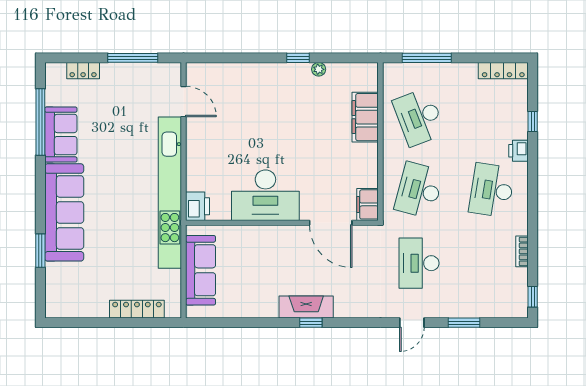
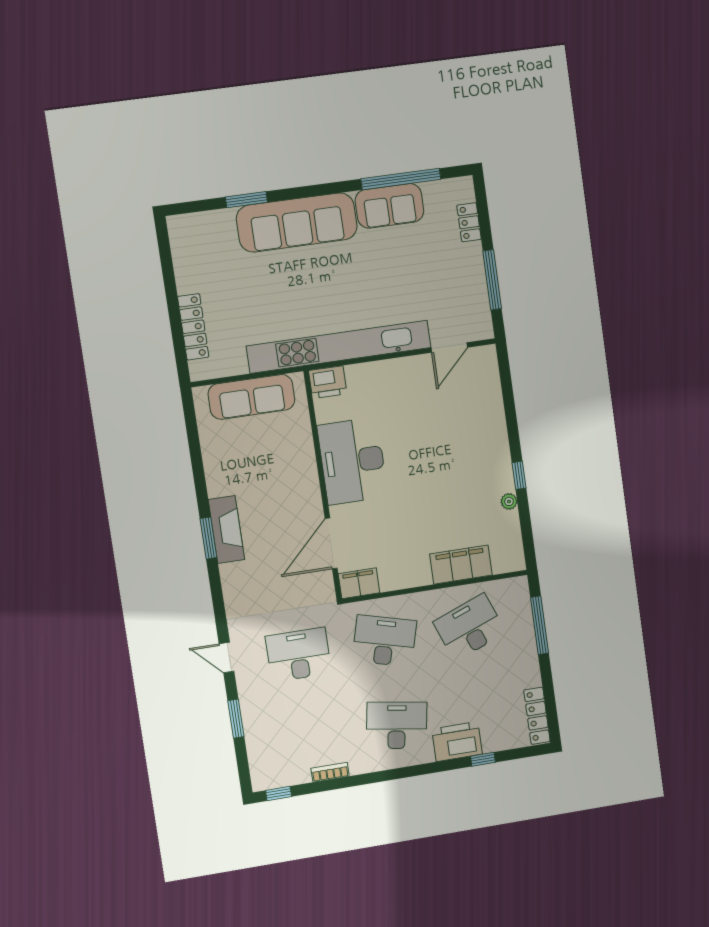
printer: (518, 151) -> (457, 741), width x1.87, depth x1.48
window: (311, 323) -> (208, 538), width x1.50

